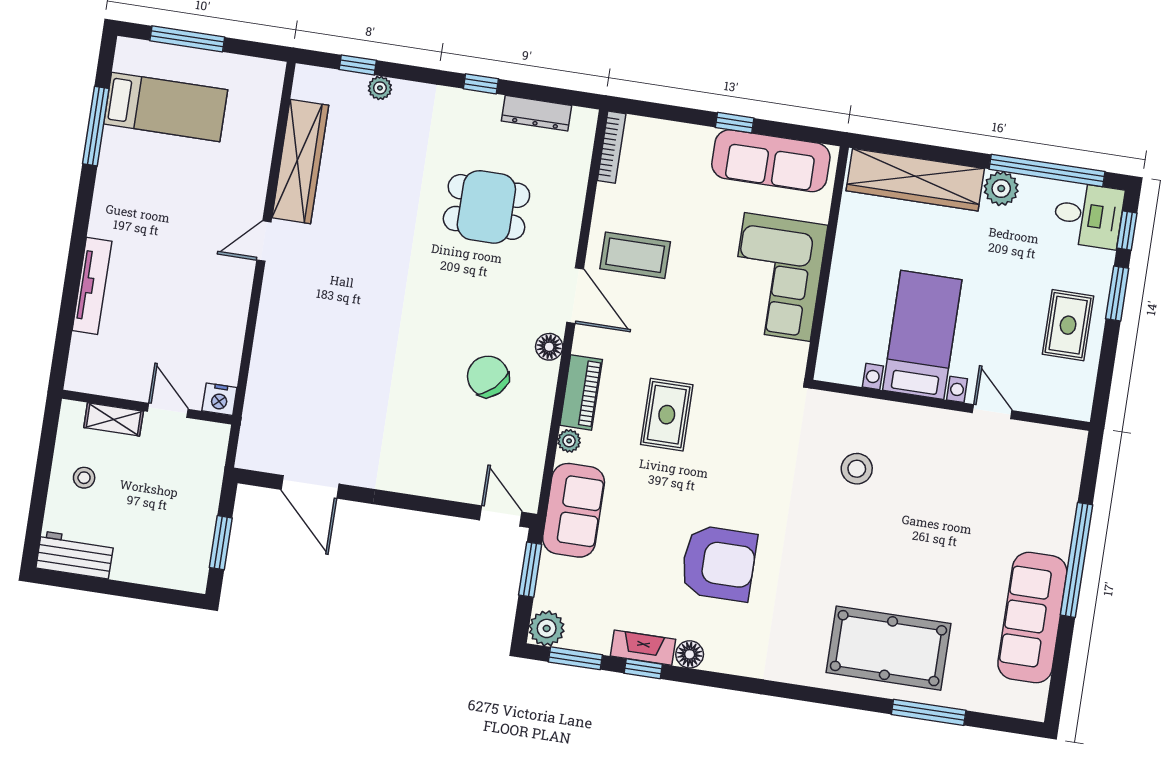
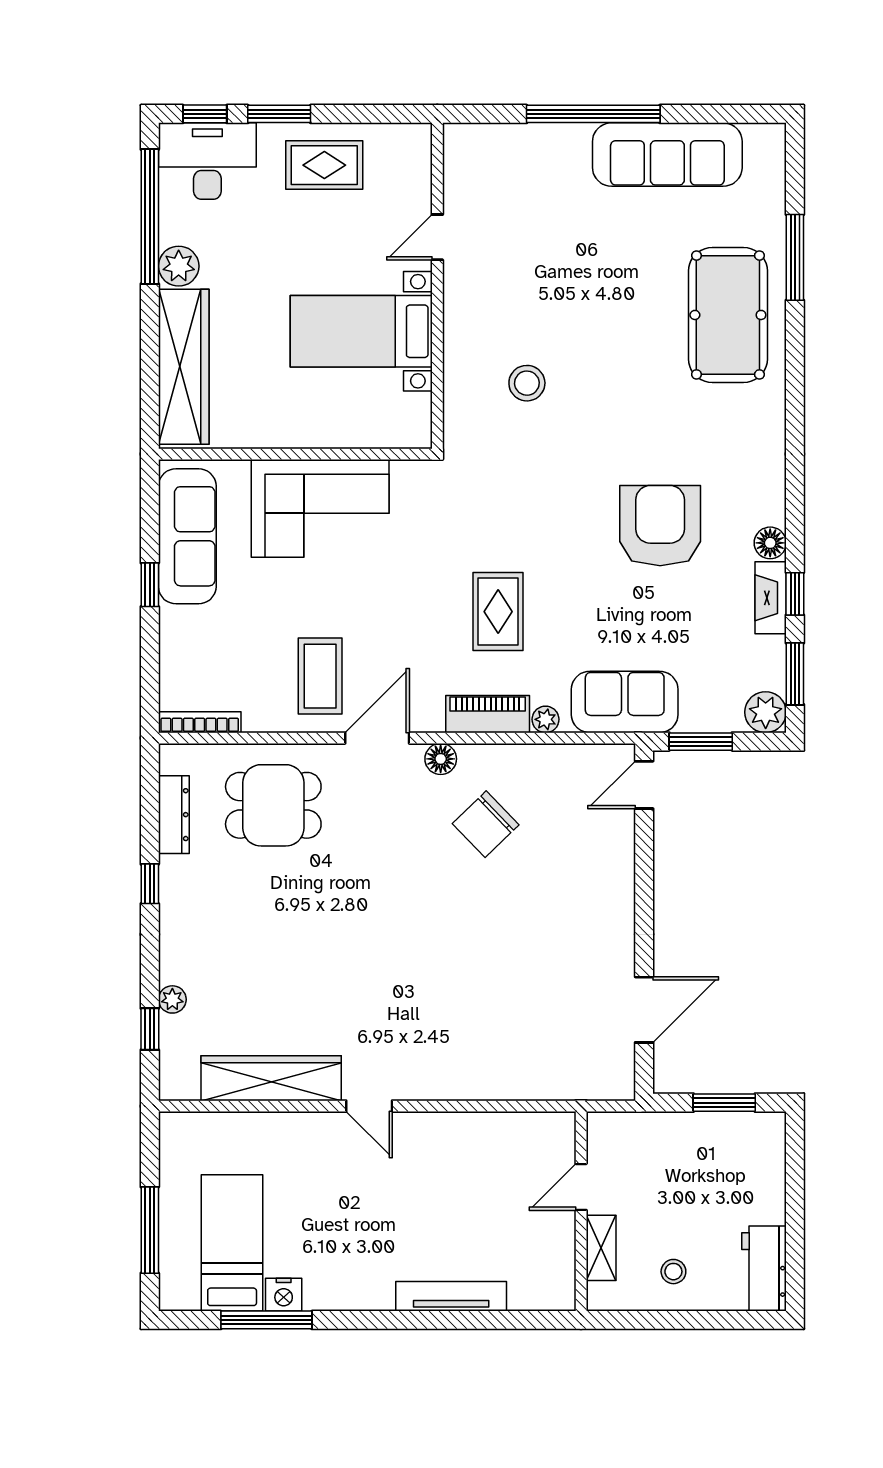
dining table: (486, 207) -> (273, 805), moved, turned 90
desk: (1088, 215) -> (207, 161), width x1.37
nightstand: (219, 399) -> (284, 1295), moved, turned 90
rug: (667, 415) -> (498, 612), turned 90

